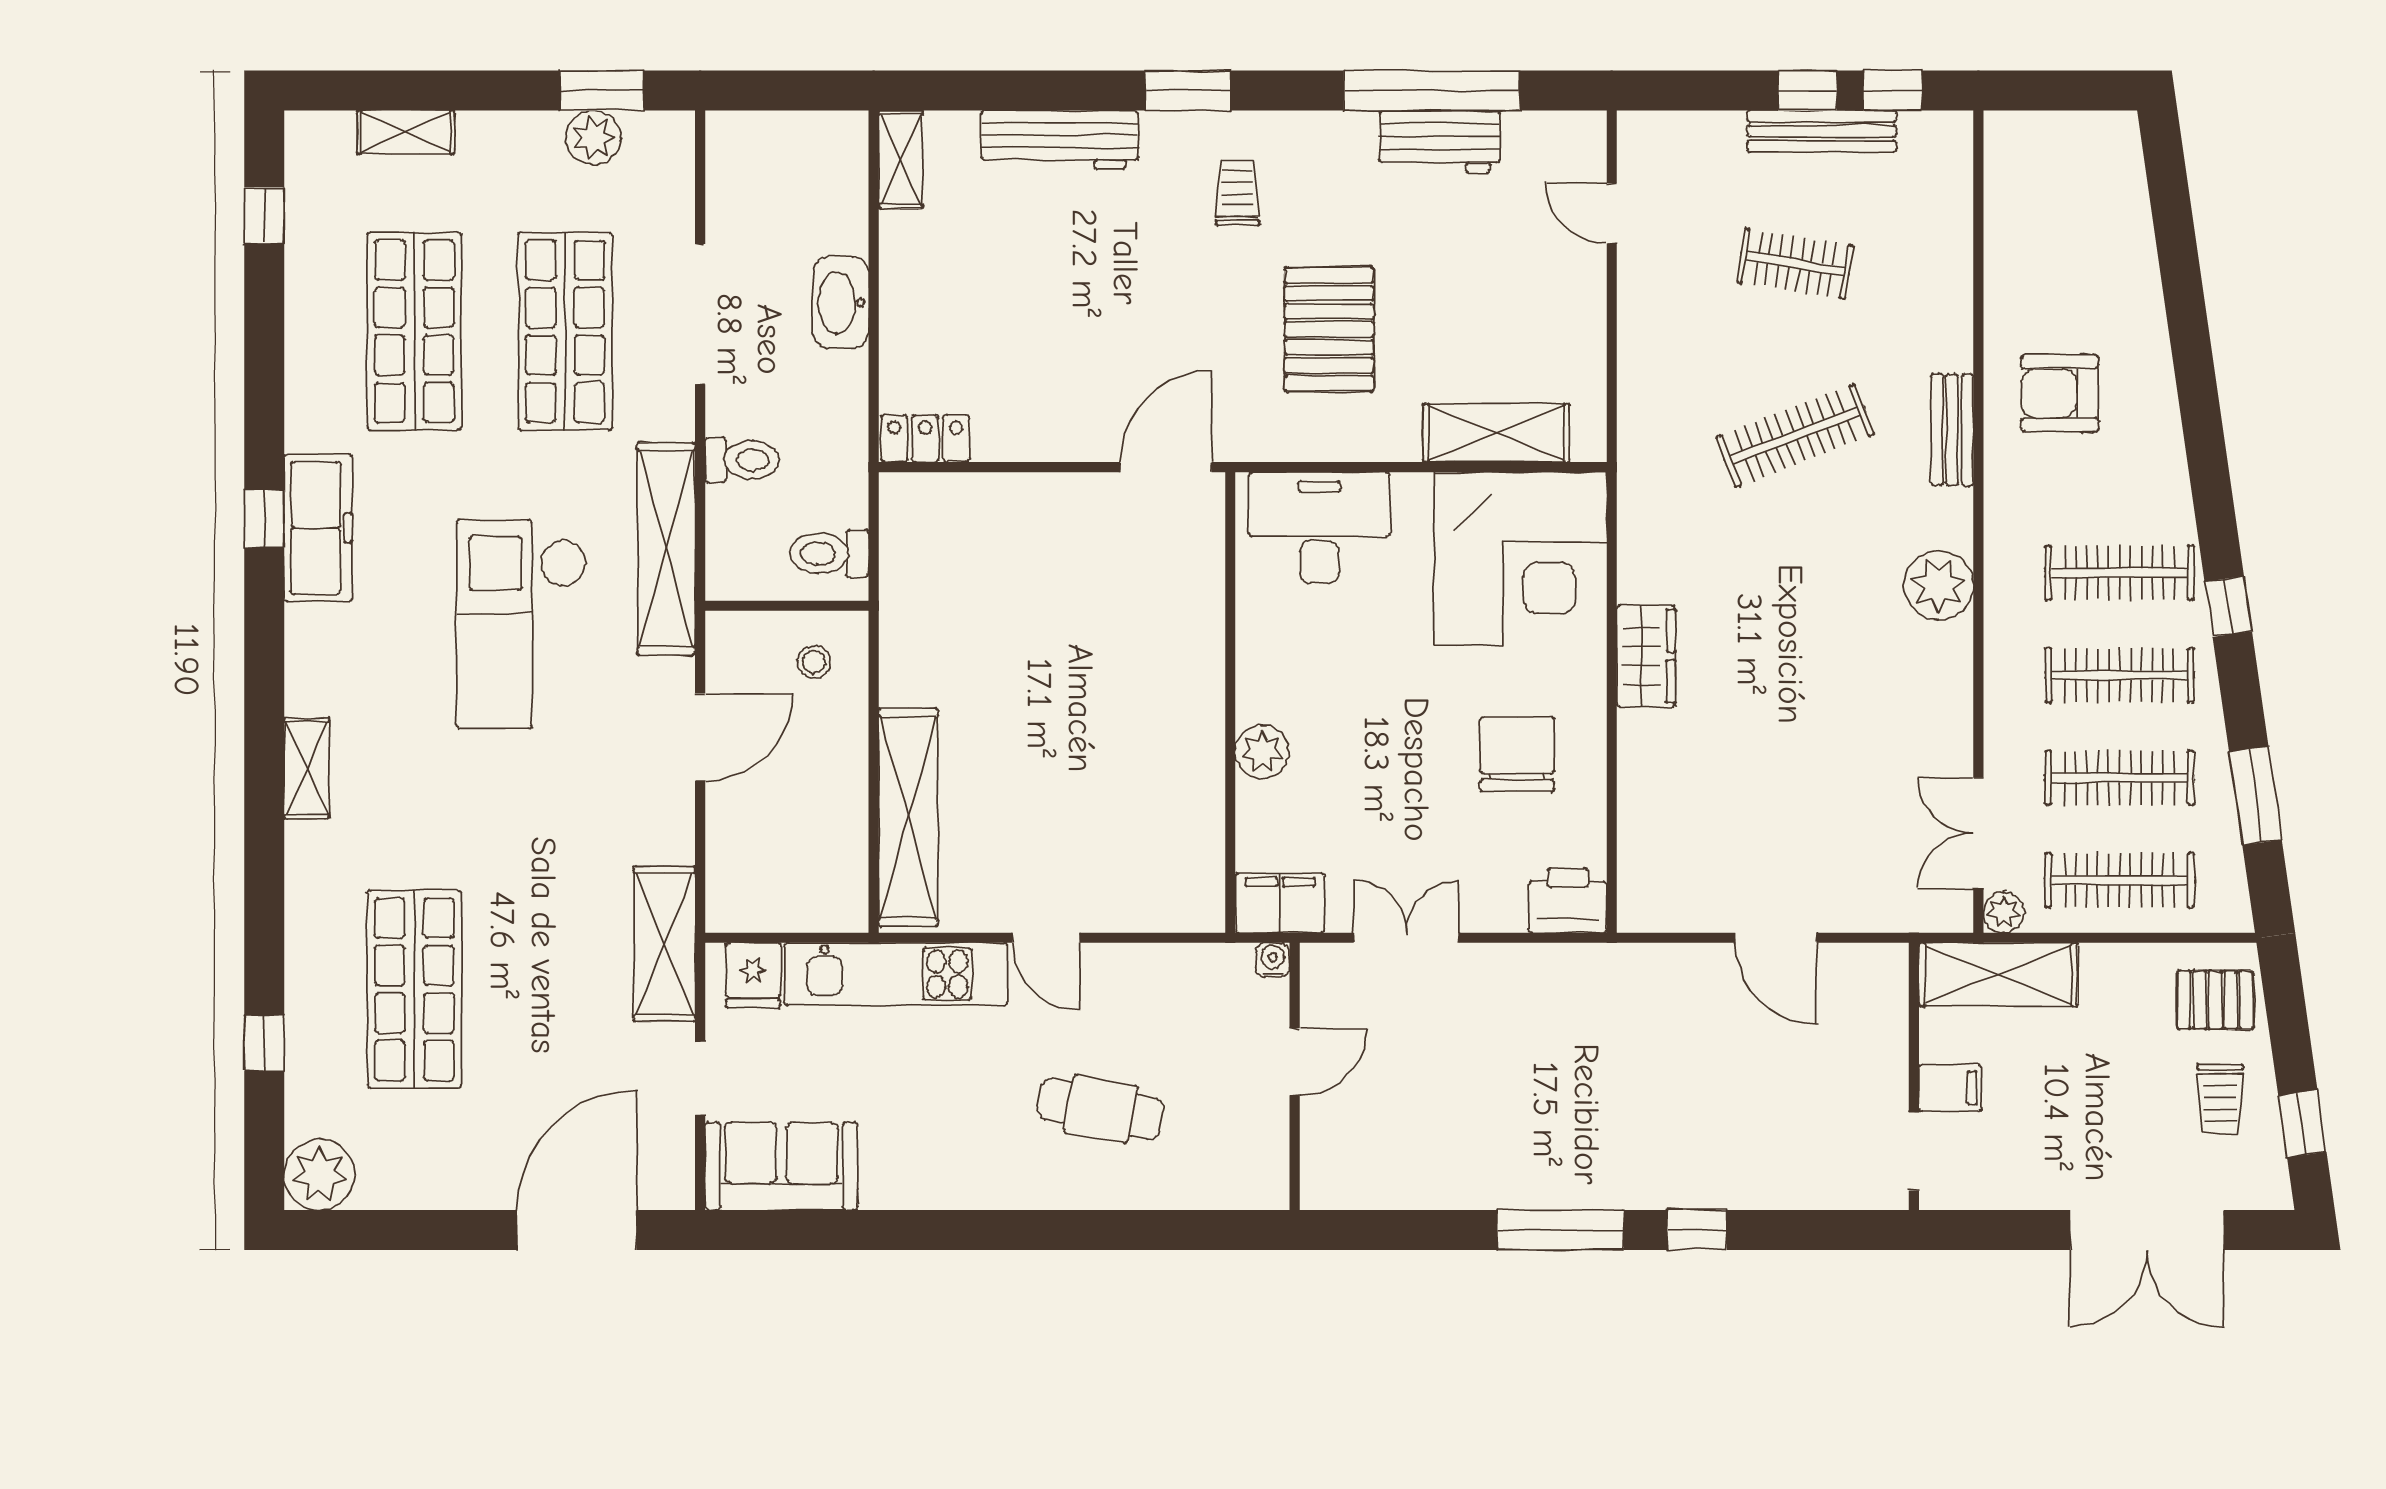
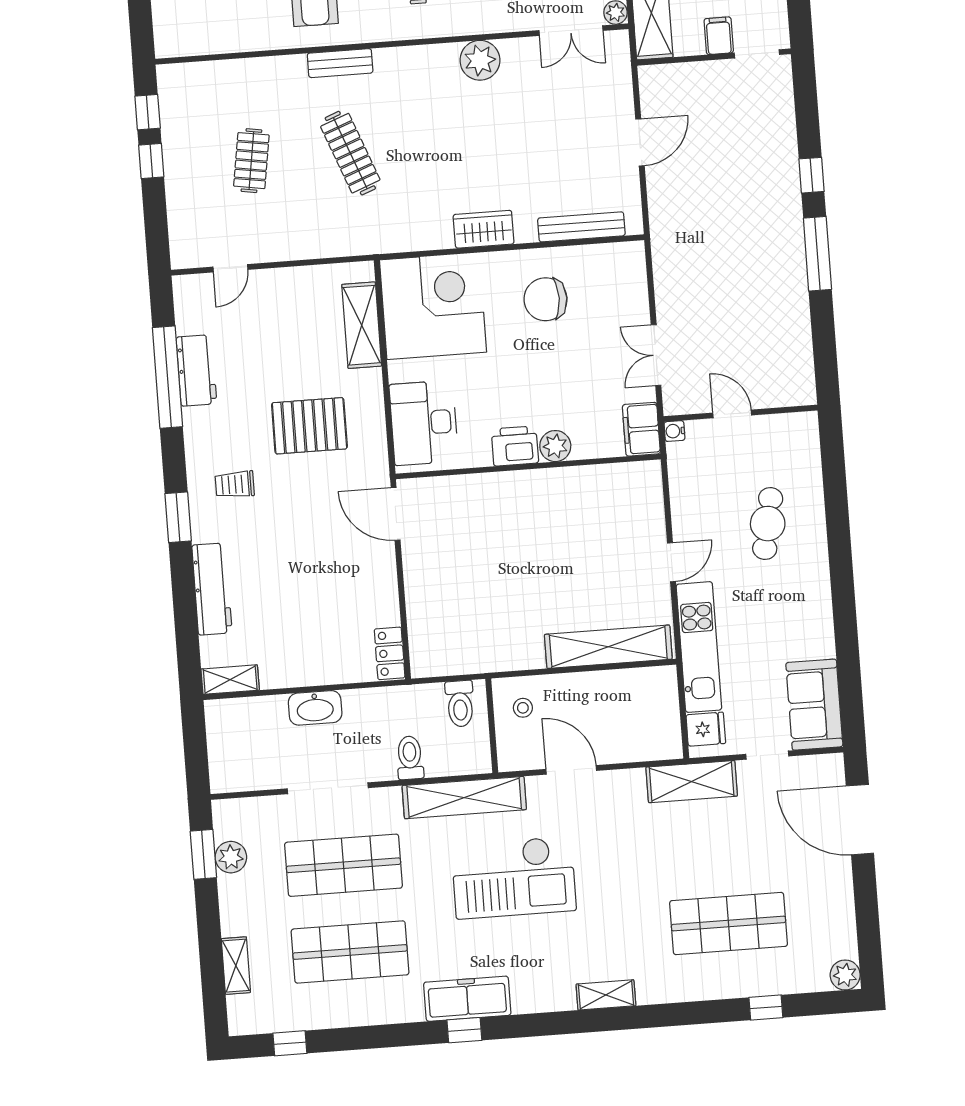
bench: (1822, 131) -> (581, 227), moved, turned 90
plant: (1939, 585) -> (480, 60), moved
printer: (1568, 900) -> (515, 446), moved, turned 90
plant: (319, 1175) -> (845, 975), width x0.73, depth x0.73

